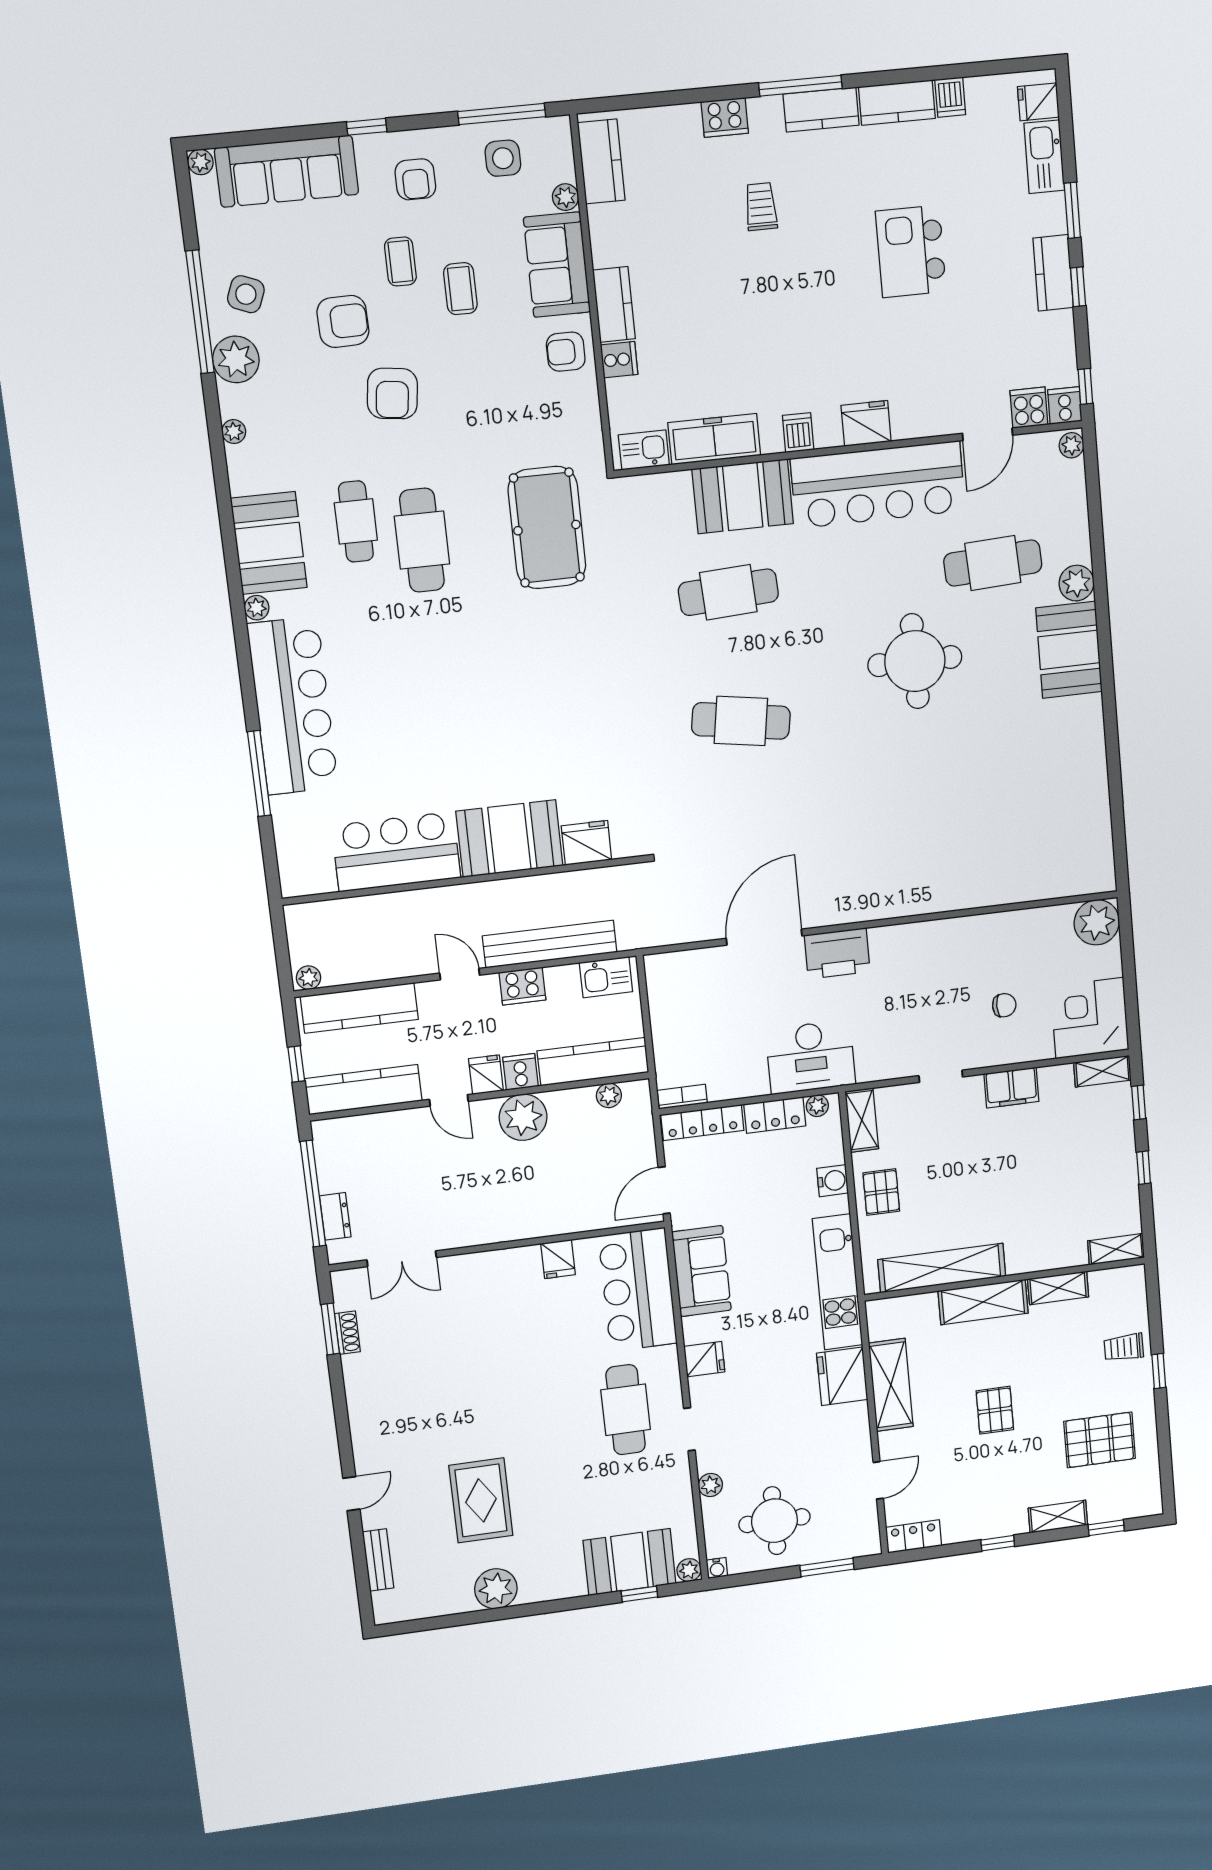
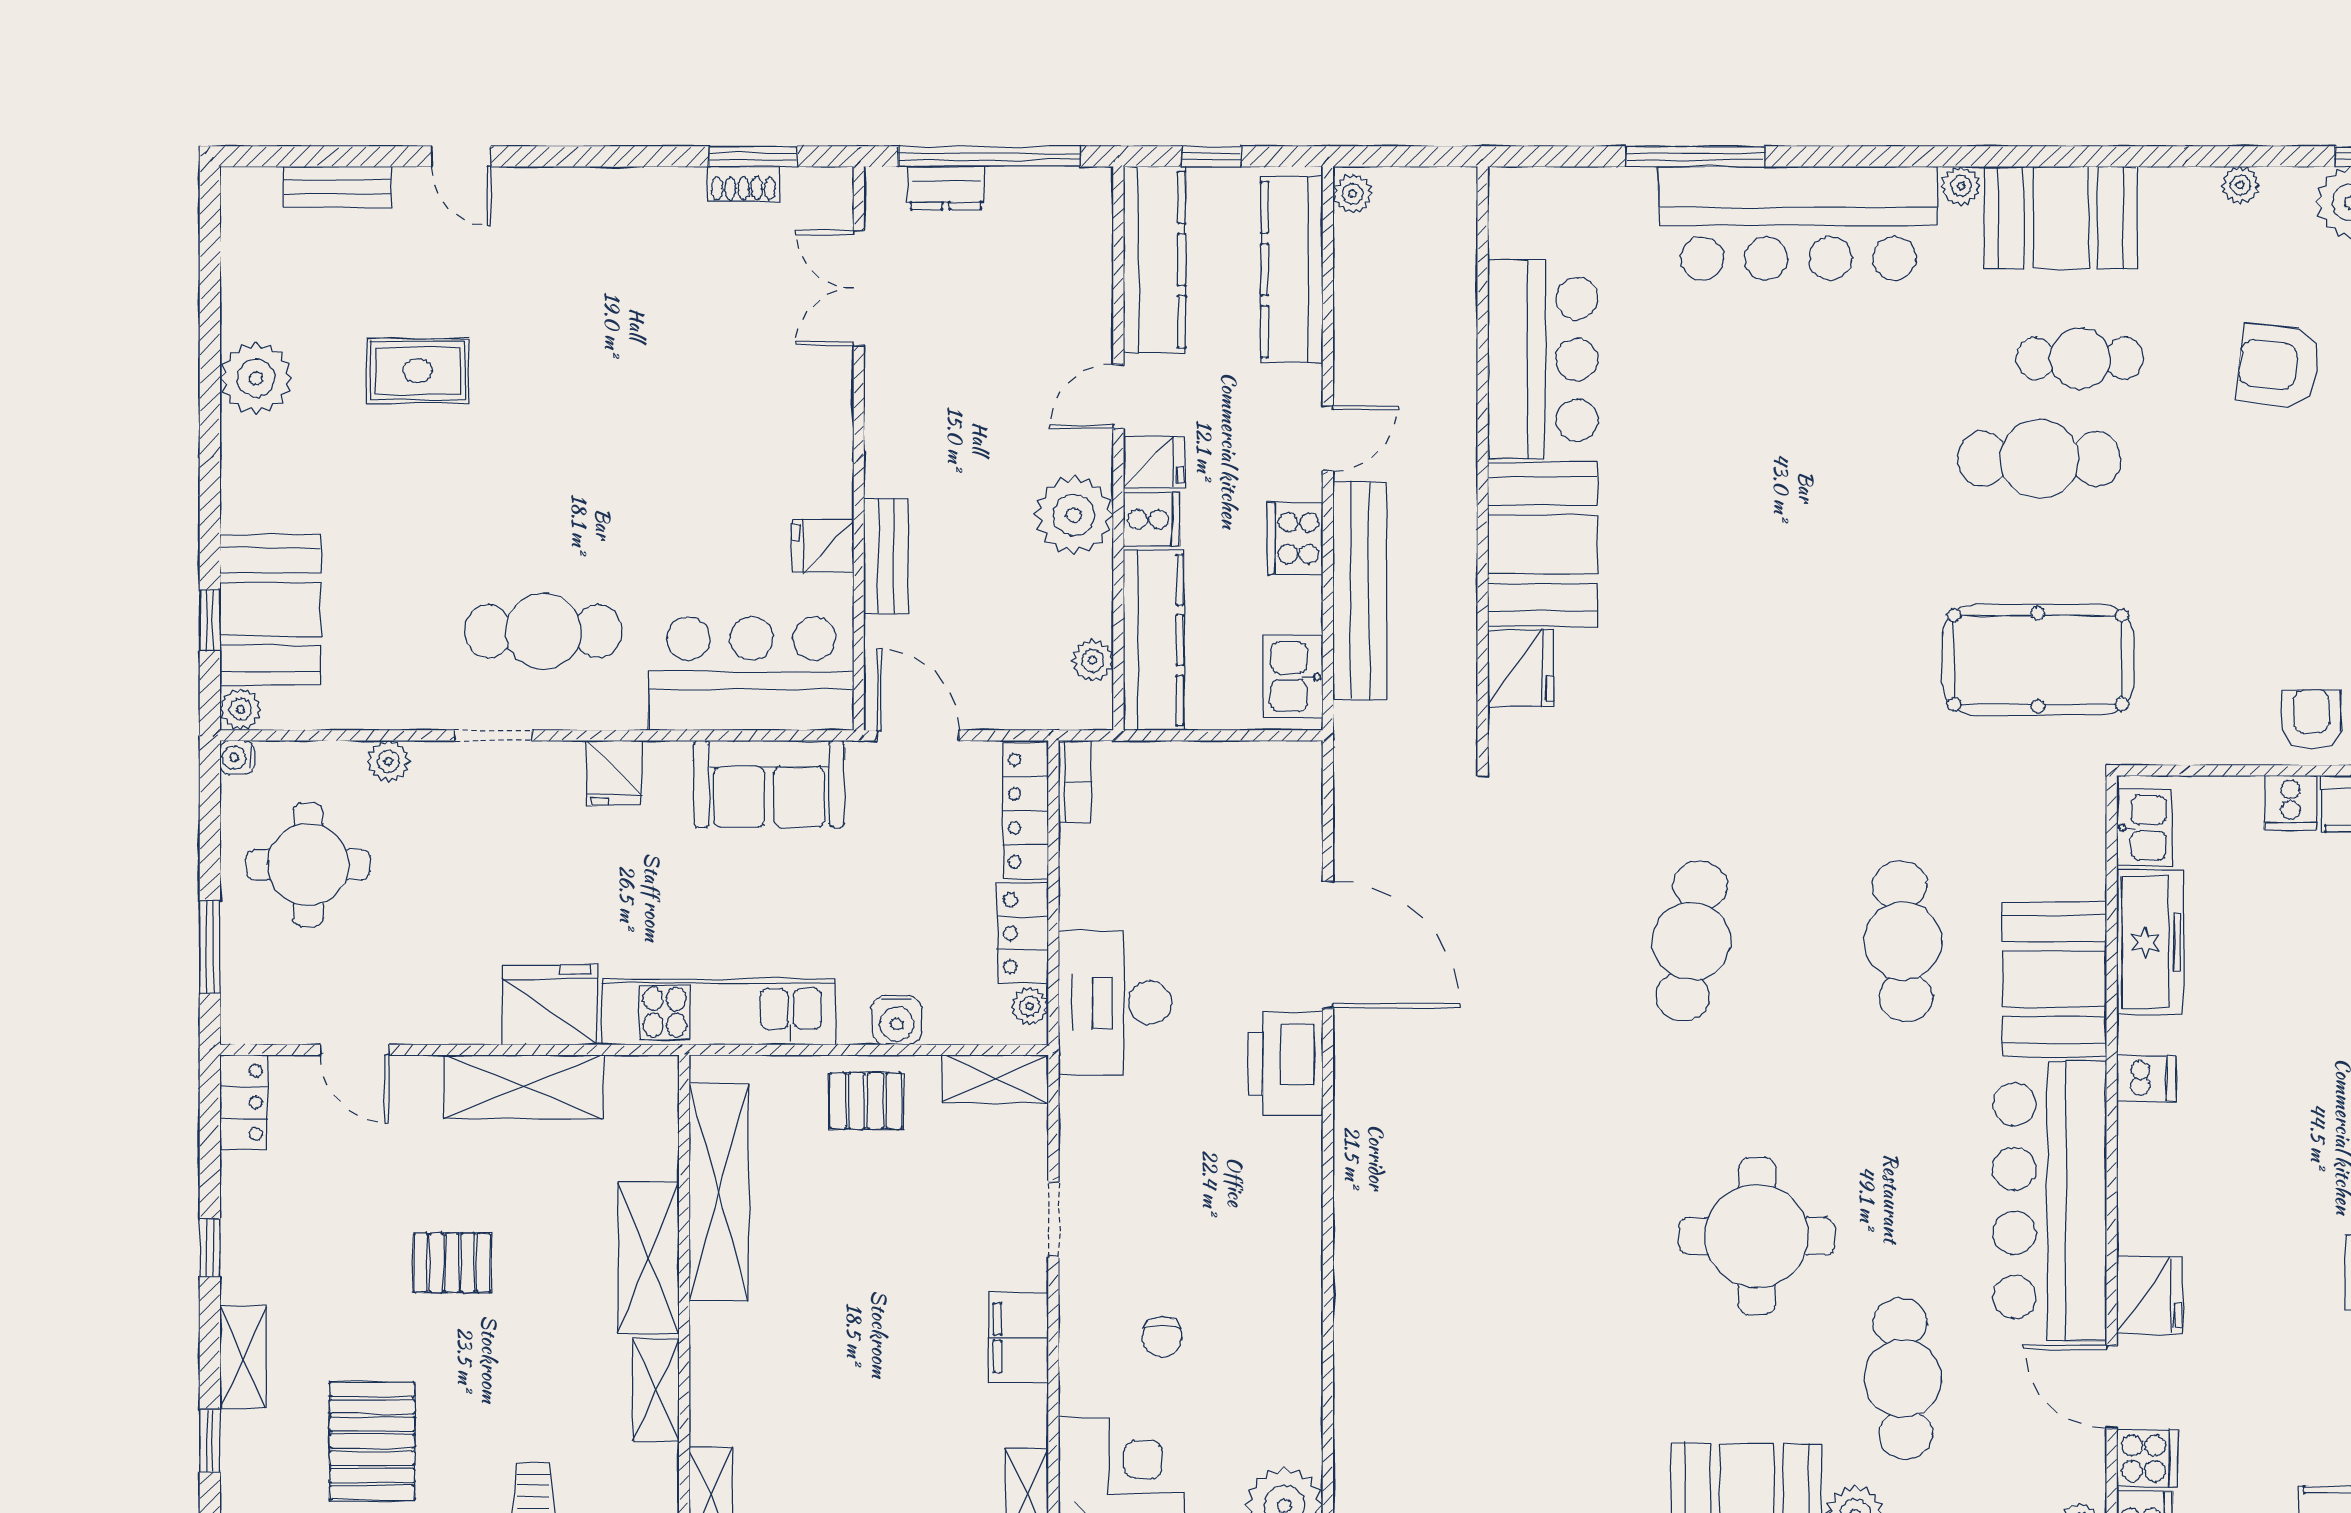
armchair: (392, 394) -> (2279, 366), moved
fridge: (866, 423) -> (2149, 1295), moved
bench: (560, 1222) -> (886, 556), added
rug: (481, 1500) -> (418, 371), width x0.73, depth x0.70

